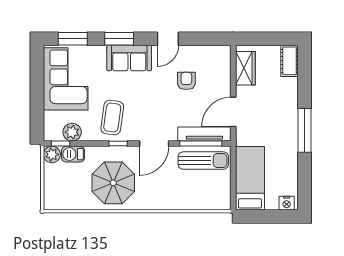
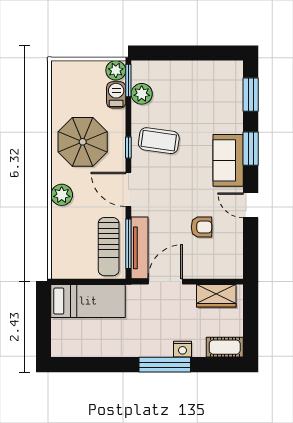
corner sofa: (66, 79) -> (204, 86), removed
door: (233, 112) -> (165, 282), hinge flipped
window: (305, 130) -> (165, 365), moved
window: (61, 144) -> (128, 81), width x1.50
plant: (159, 201) -> (62, 195), added
nightstand: (287, 203) -> (183, 349), moved, turned -90

